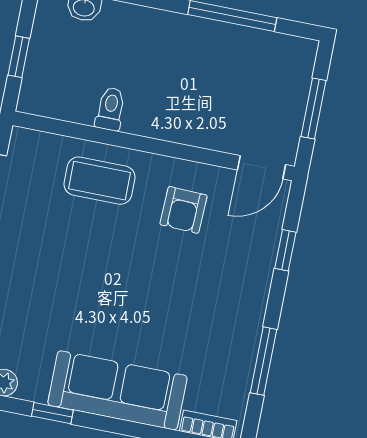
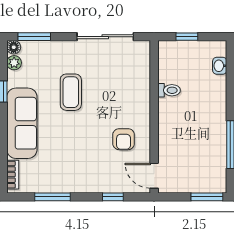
window: (313, 109) -> (207, 197), moved
coffee table: (99, 181) -> (71, 92), moved
armchair: (183, 210) -> (124, 139), turned -92

